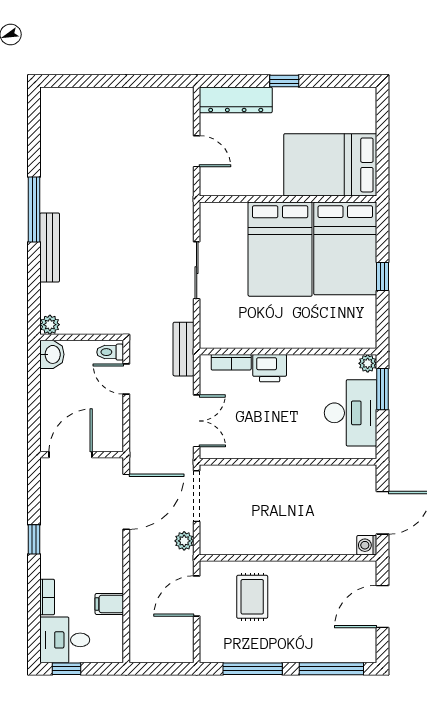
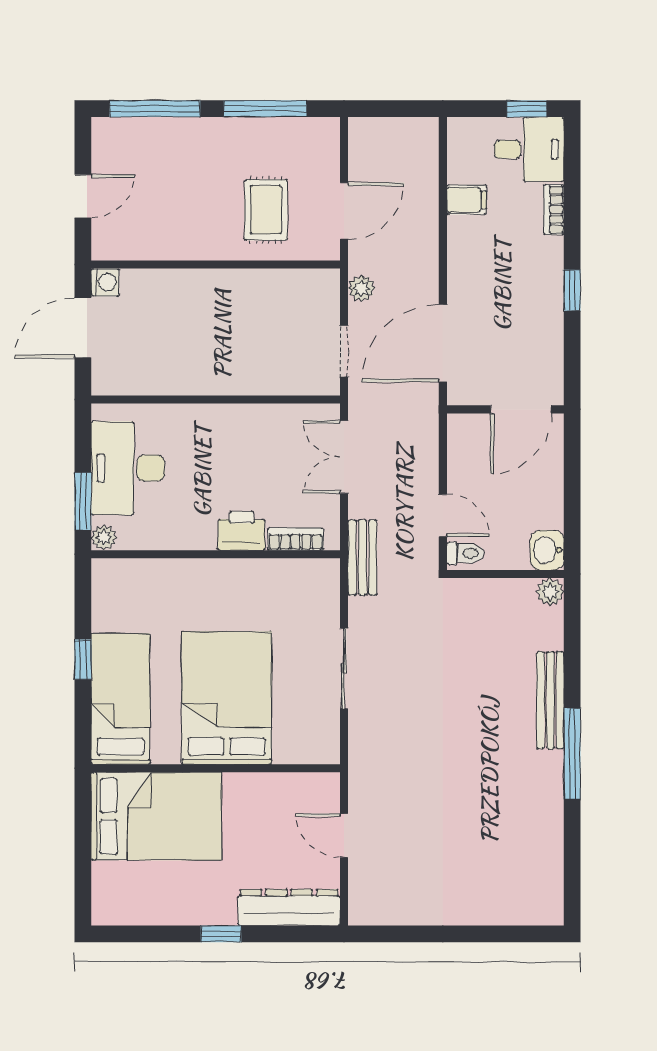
bed: (345, 248) -> (121, 699), width x0.67
doorway: (197, 496) -> (344, 351), width x0.73
door: (383, 606) -> (83, 196), width x0.73

